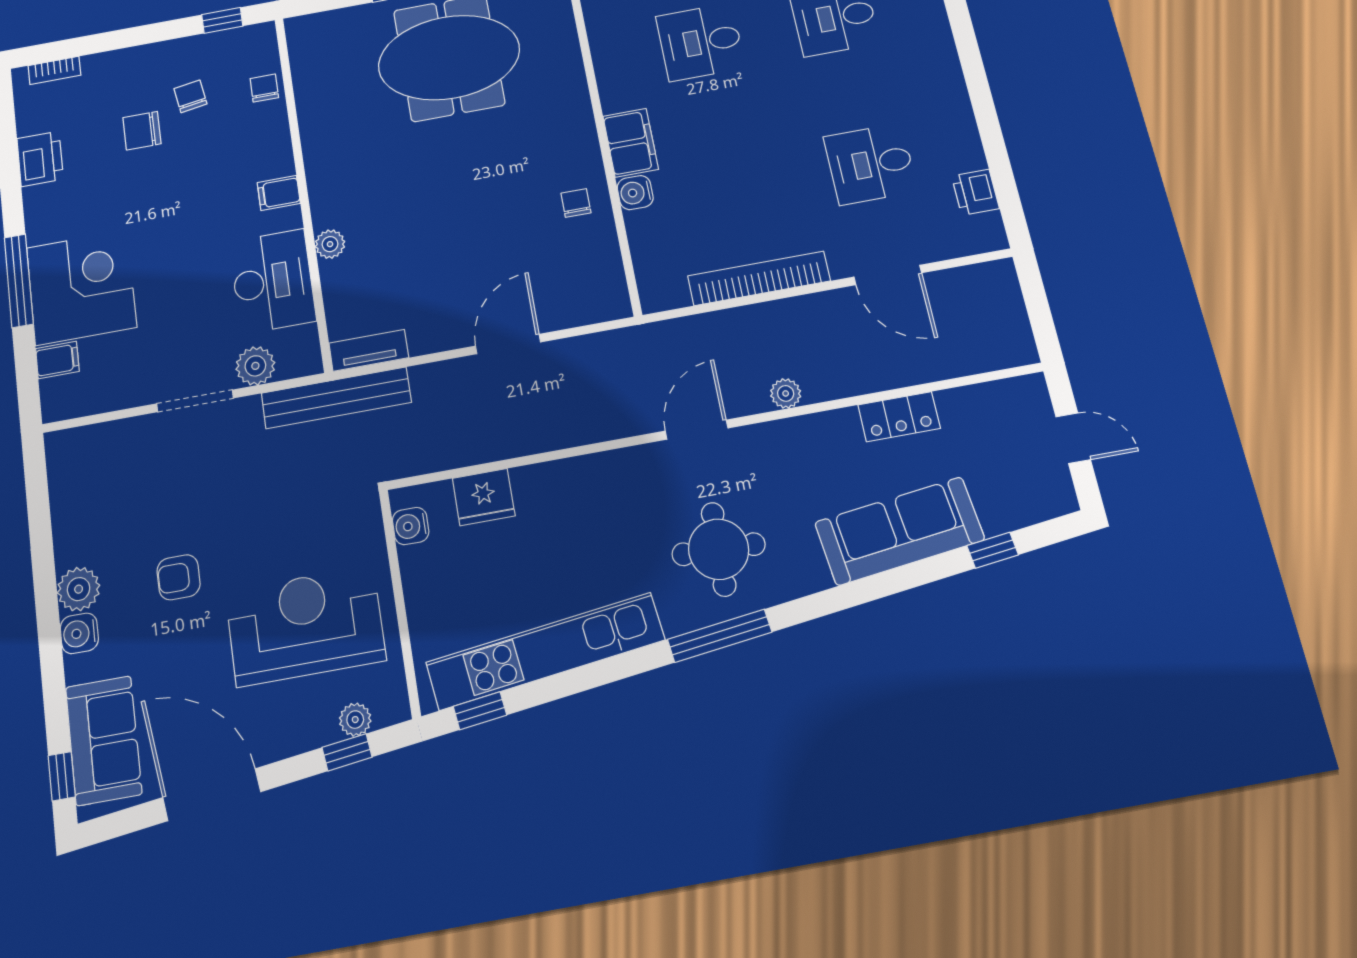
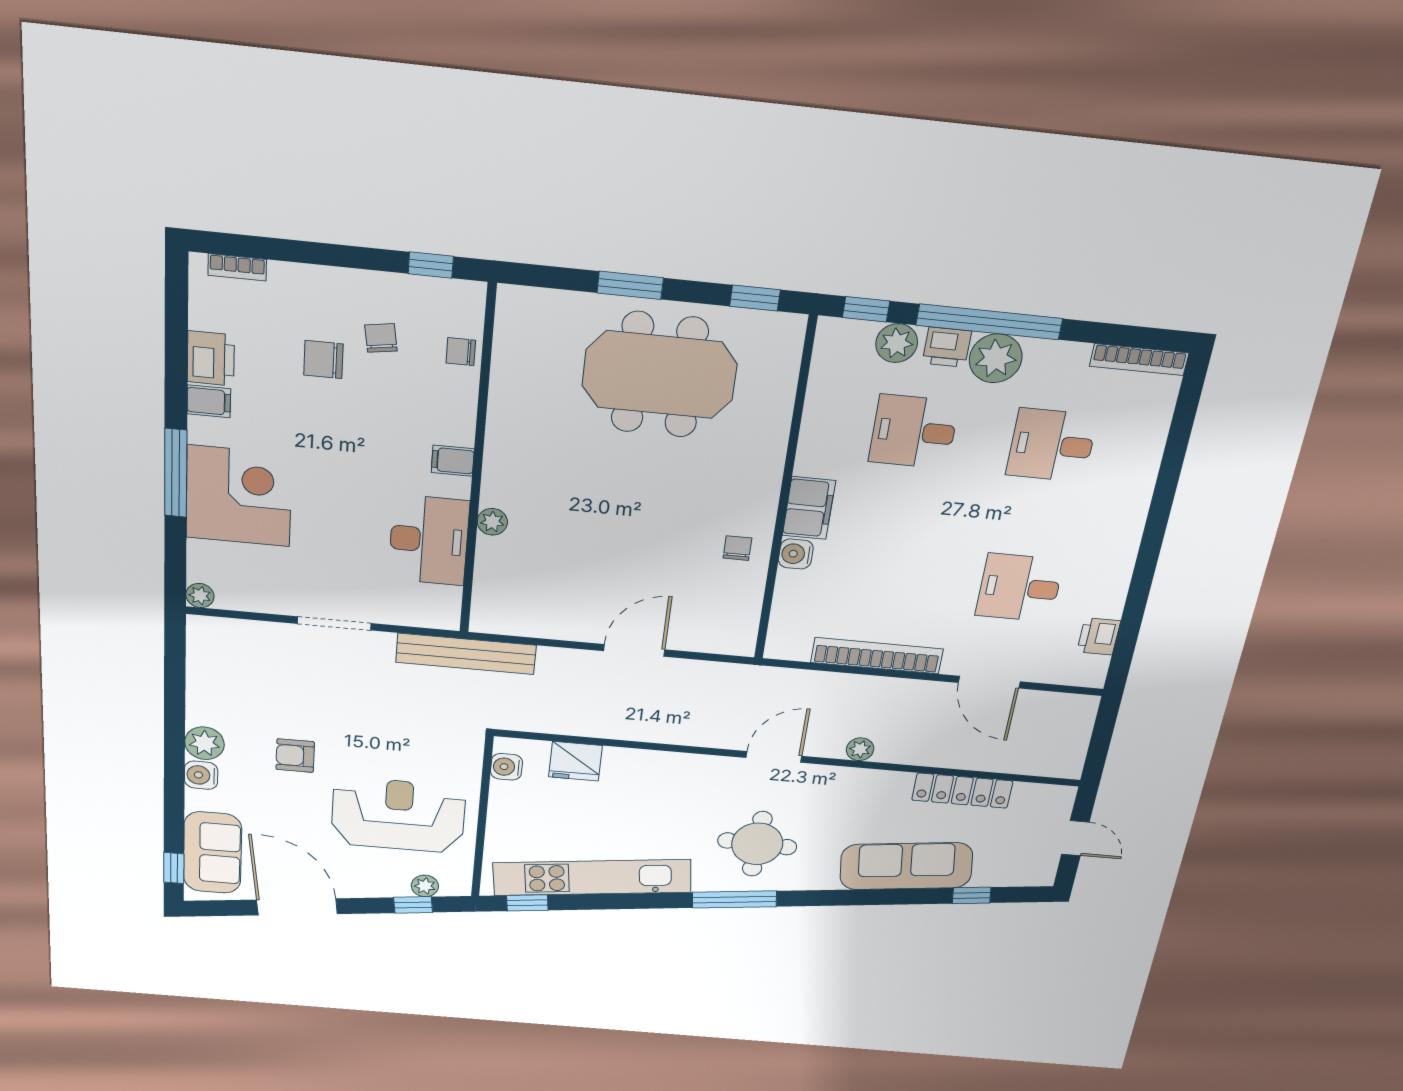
chair: (264, 88) -> (461, 352), turned -90
tv unit: (369, 350) -> (506, 623), removed
filing cabinet: (57, 360) -> (209, 401), moved
plant: (255, 366) -> (200, 596), moved, width x0.73, depth x0.73
locker: (899, 417) -> (962, 791), width x1.53

